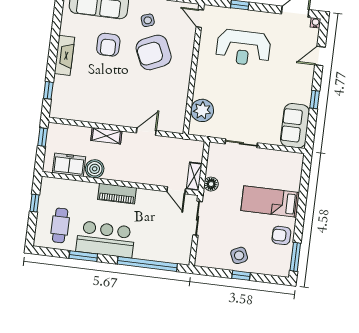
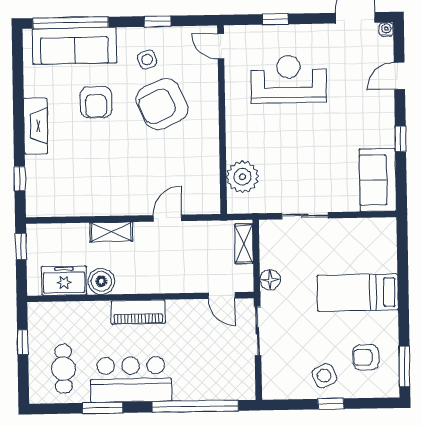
reception desk: (243, 48) -> (289, 79), turned 180
shelving: (194, 176) -> (244, 244), moved
armchair: (281, 235) -> (366, 357), moved

